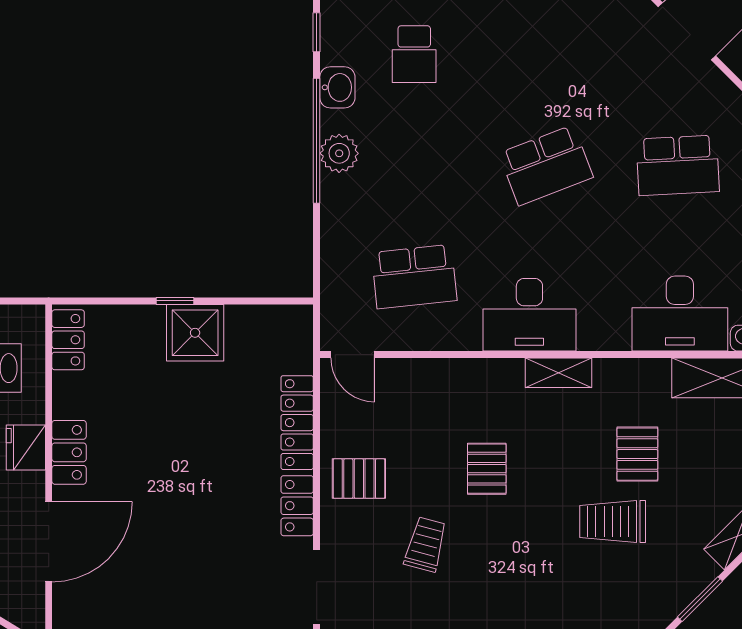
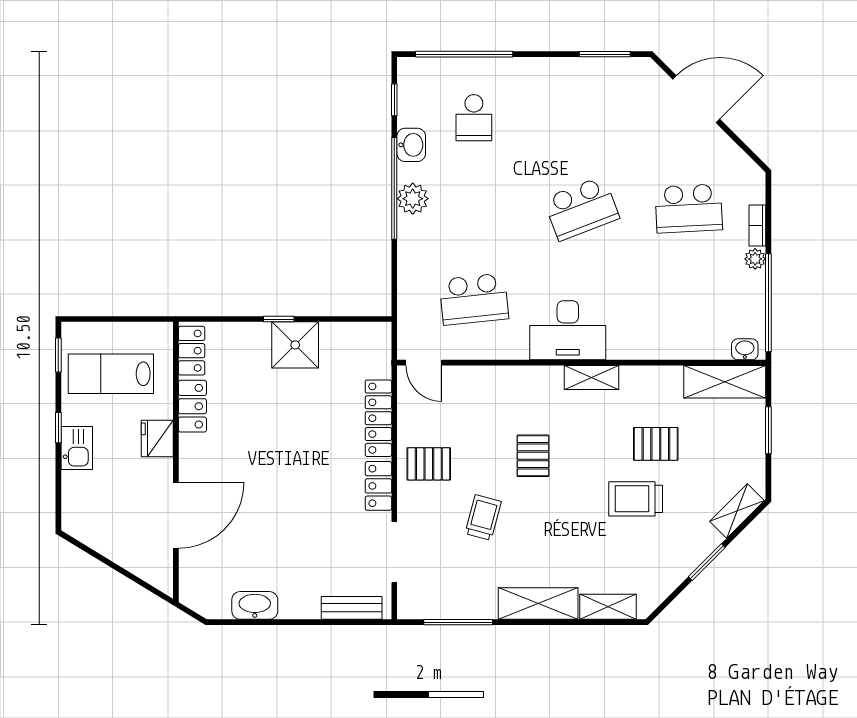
desk: (680, 314) -> (690, 329), removed
locker: (69, 452) -> (192, 406), moved
pallet: (637, 454) -> (656, 444), turned 90

